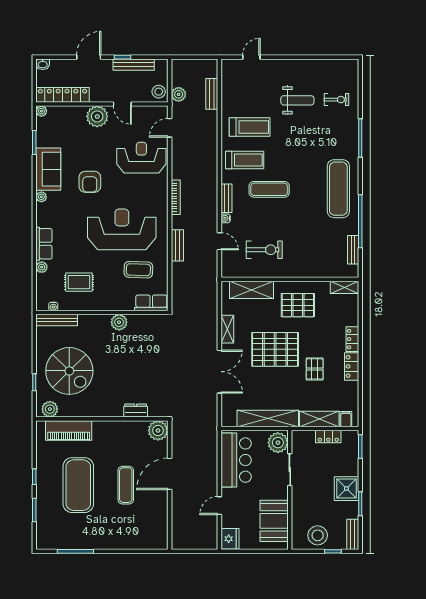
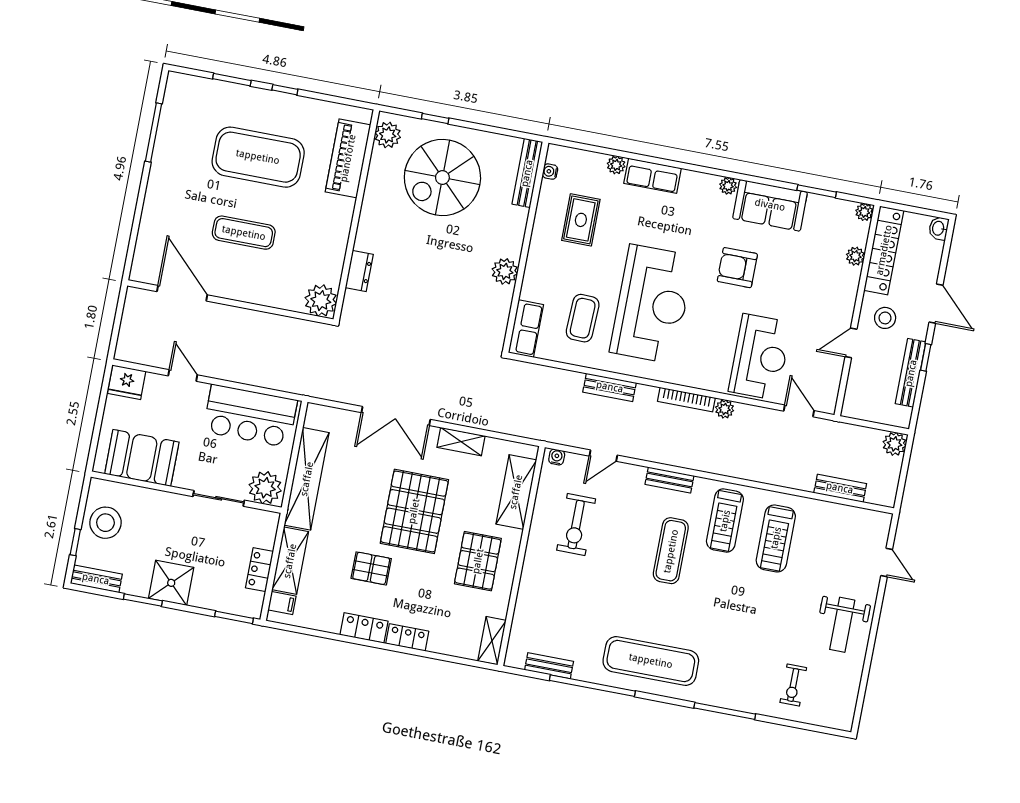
stool: (159, 92) -> (885, 318), moved
plant: (179, 94) -> (894, 444), moved
weight bench: (297, 100) -> (842, 625), moved
plant: (97, 116) -> (855, 256), moved, width x0.53, depth x0.53
plant: (177, 173) -> (725, 409), added
water cooler: (226, 218) -> (557, 457), moved
door: (170, 474) -> (182, 293), moved

